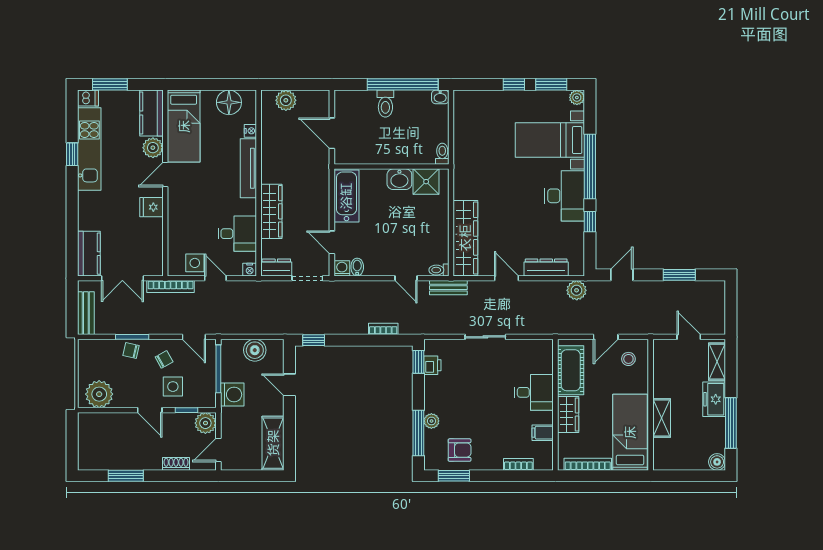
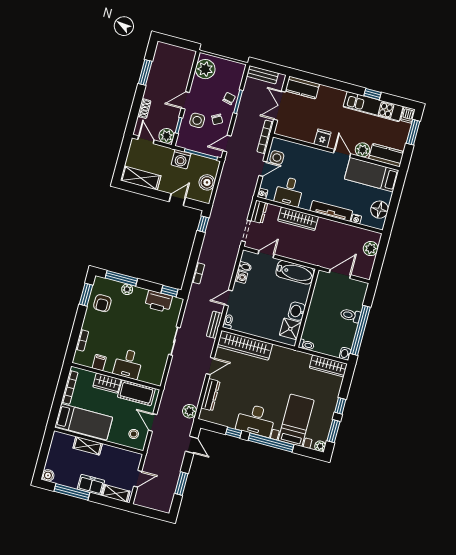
wardrobe: (463, 116) -> (328, 366), added
washing machine: (342, 268) -> (241, 277), moved
printer: (432, 365) -> (159, 301), width x1.87, depth x1.48

